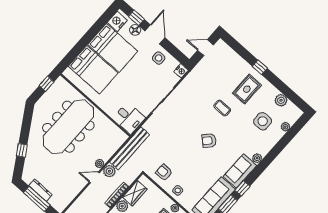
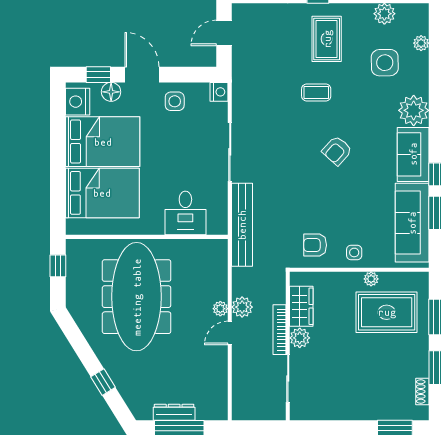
desk: (129, 118) -> (185, 213), moved, turned 90
bench: (130, 148) -> (242, 225), moved
plant: (257, 158) -> (414, 110), width x1.88, depth x1.88

